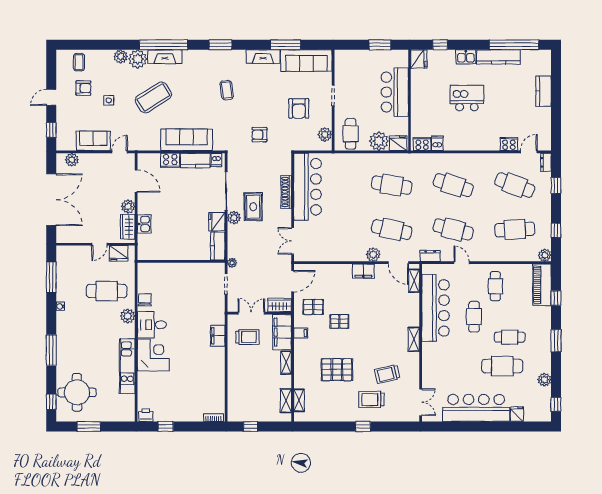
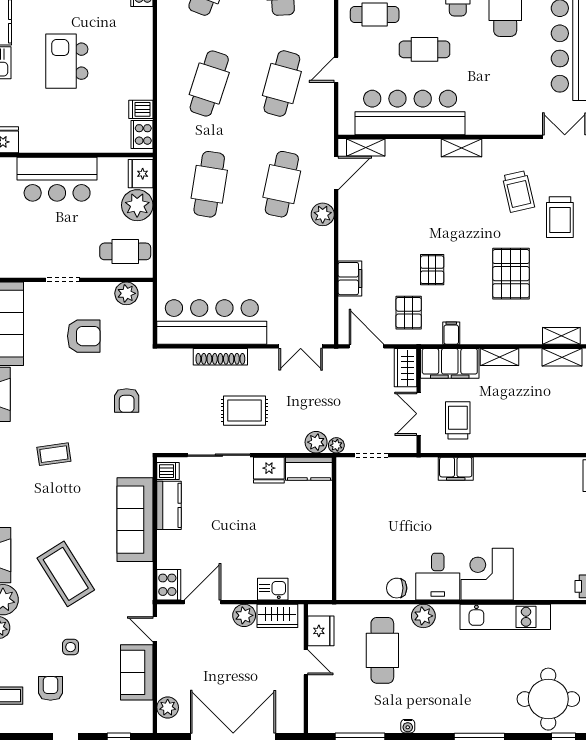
cooker: (170, 160) -> (169, 585), moved
plant: (234, 218) -> (316, 442), moved
dresser: (430, 256) -> (325, 121), removed
filing cabinet: (363, 271) -> (350, 279), moved

